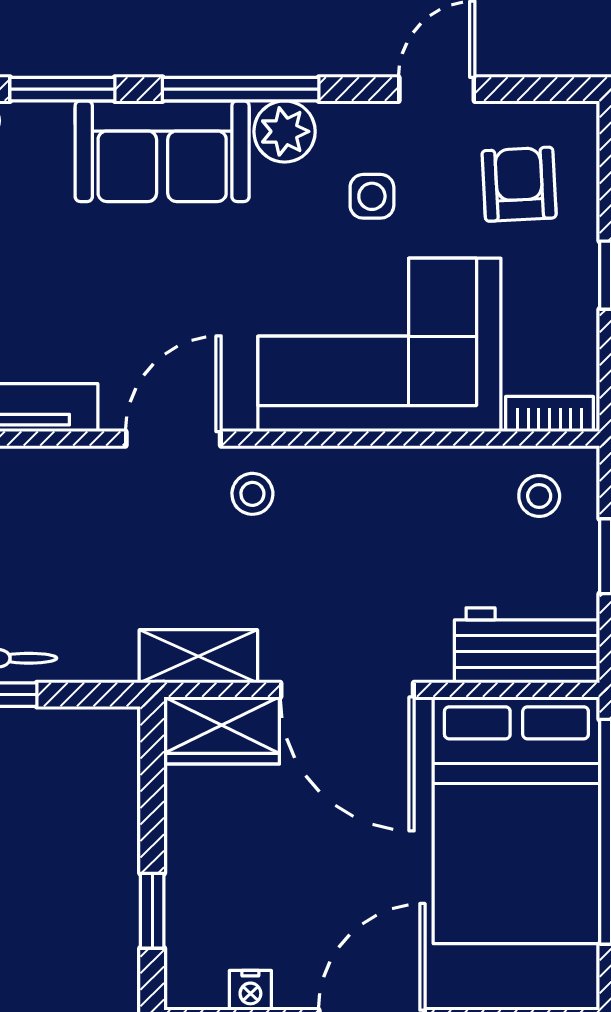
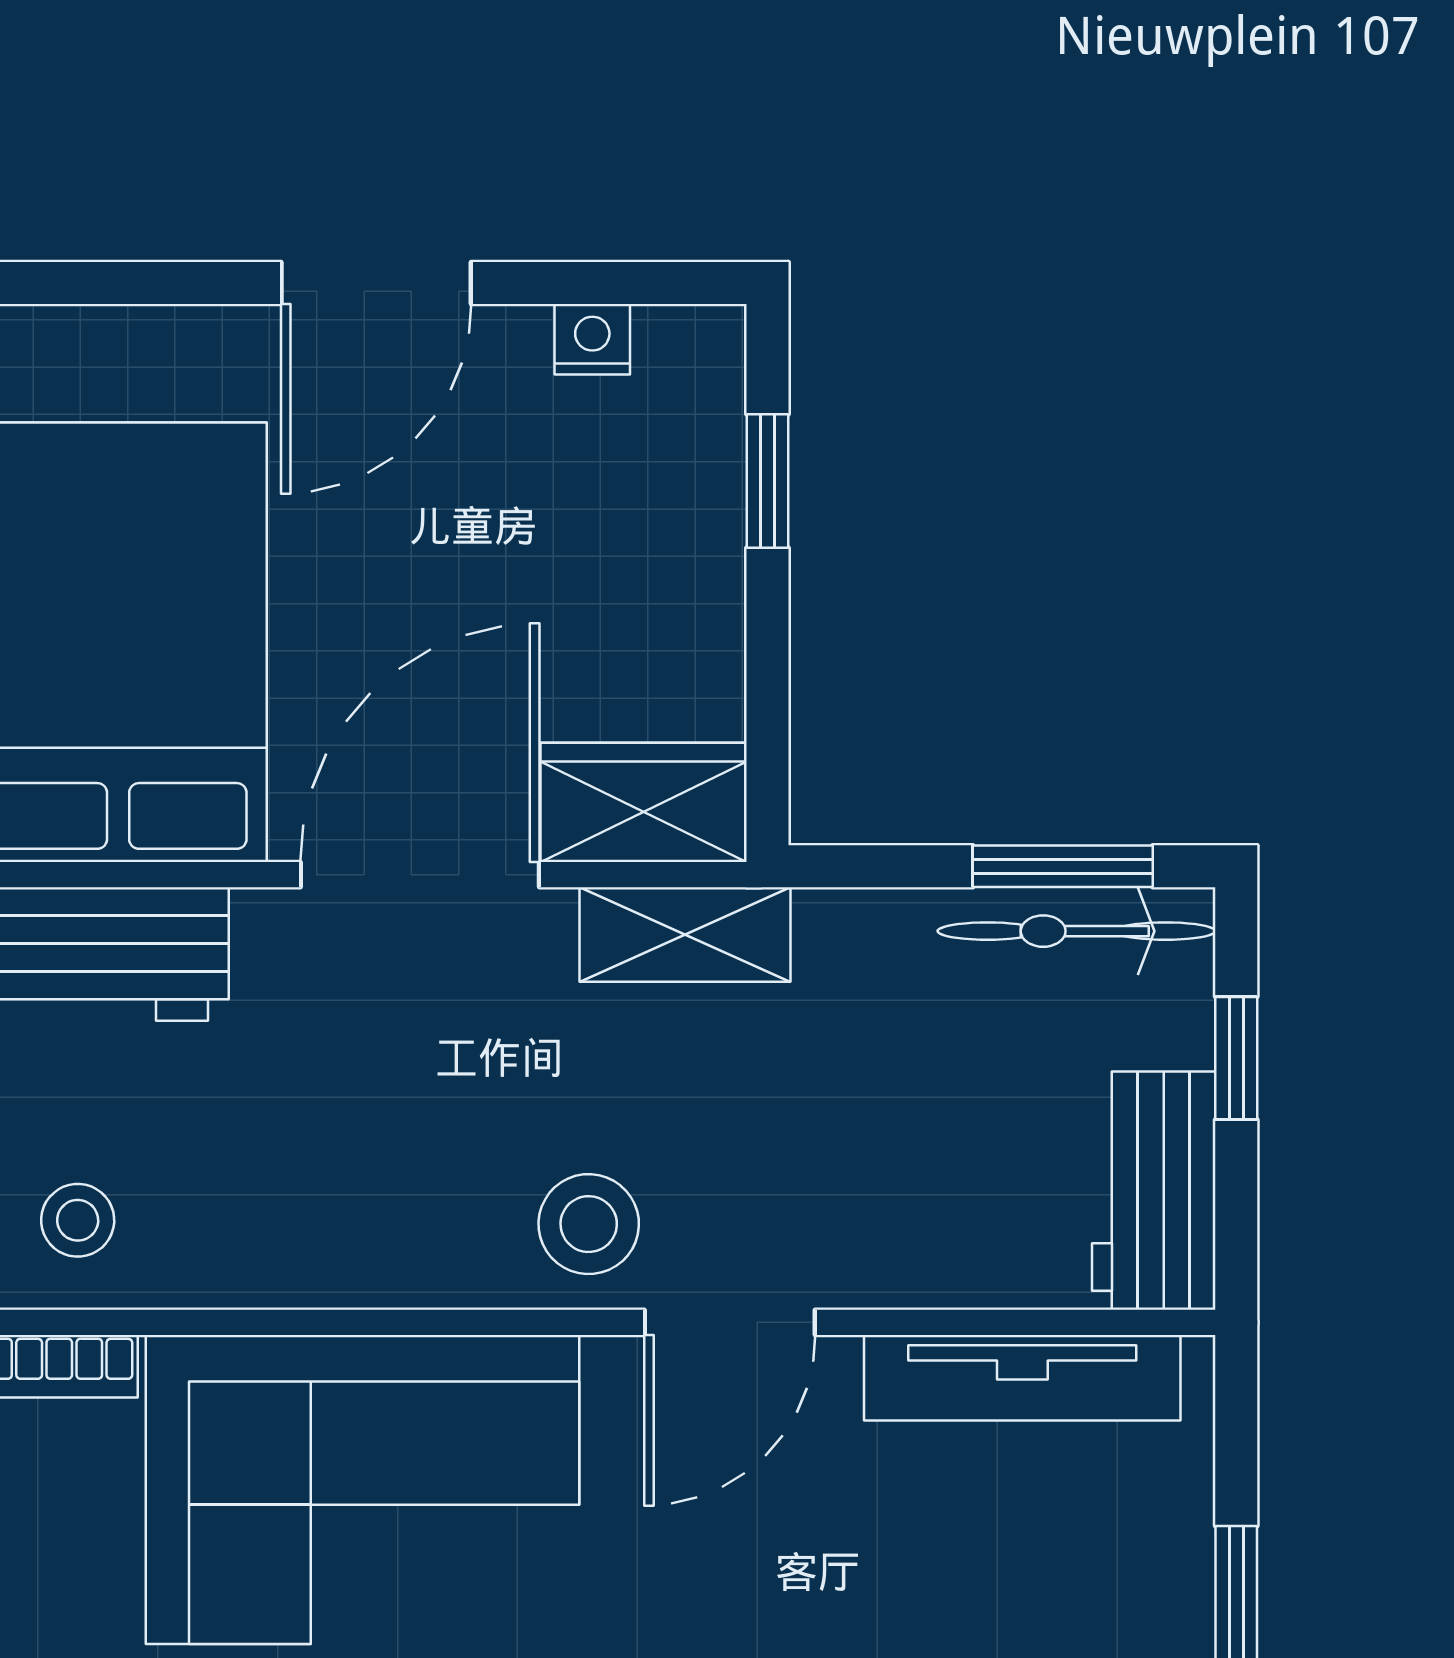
stool: (252, 494) -> (589, 1224), width x1.37, depth x1.37
door: (347, 690) -> (420, 875), hinge flipped

